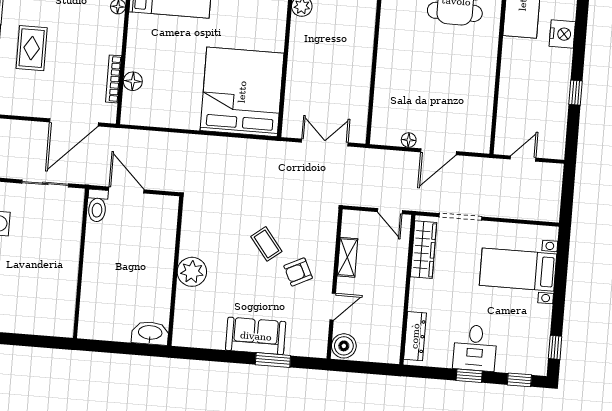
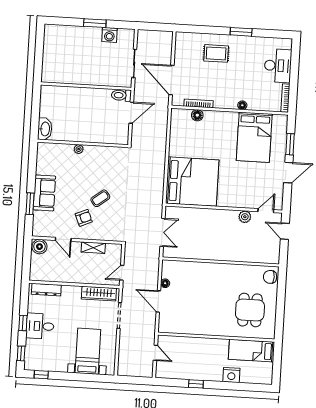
plant: (192, 272) -> (79, 149), width x0.53, depth x0.53
armchair: (298, 272) -> (84, 218), turned 93

